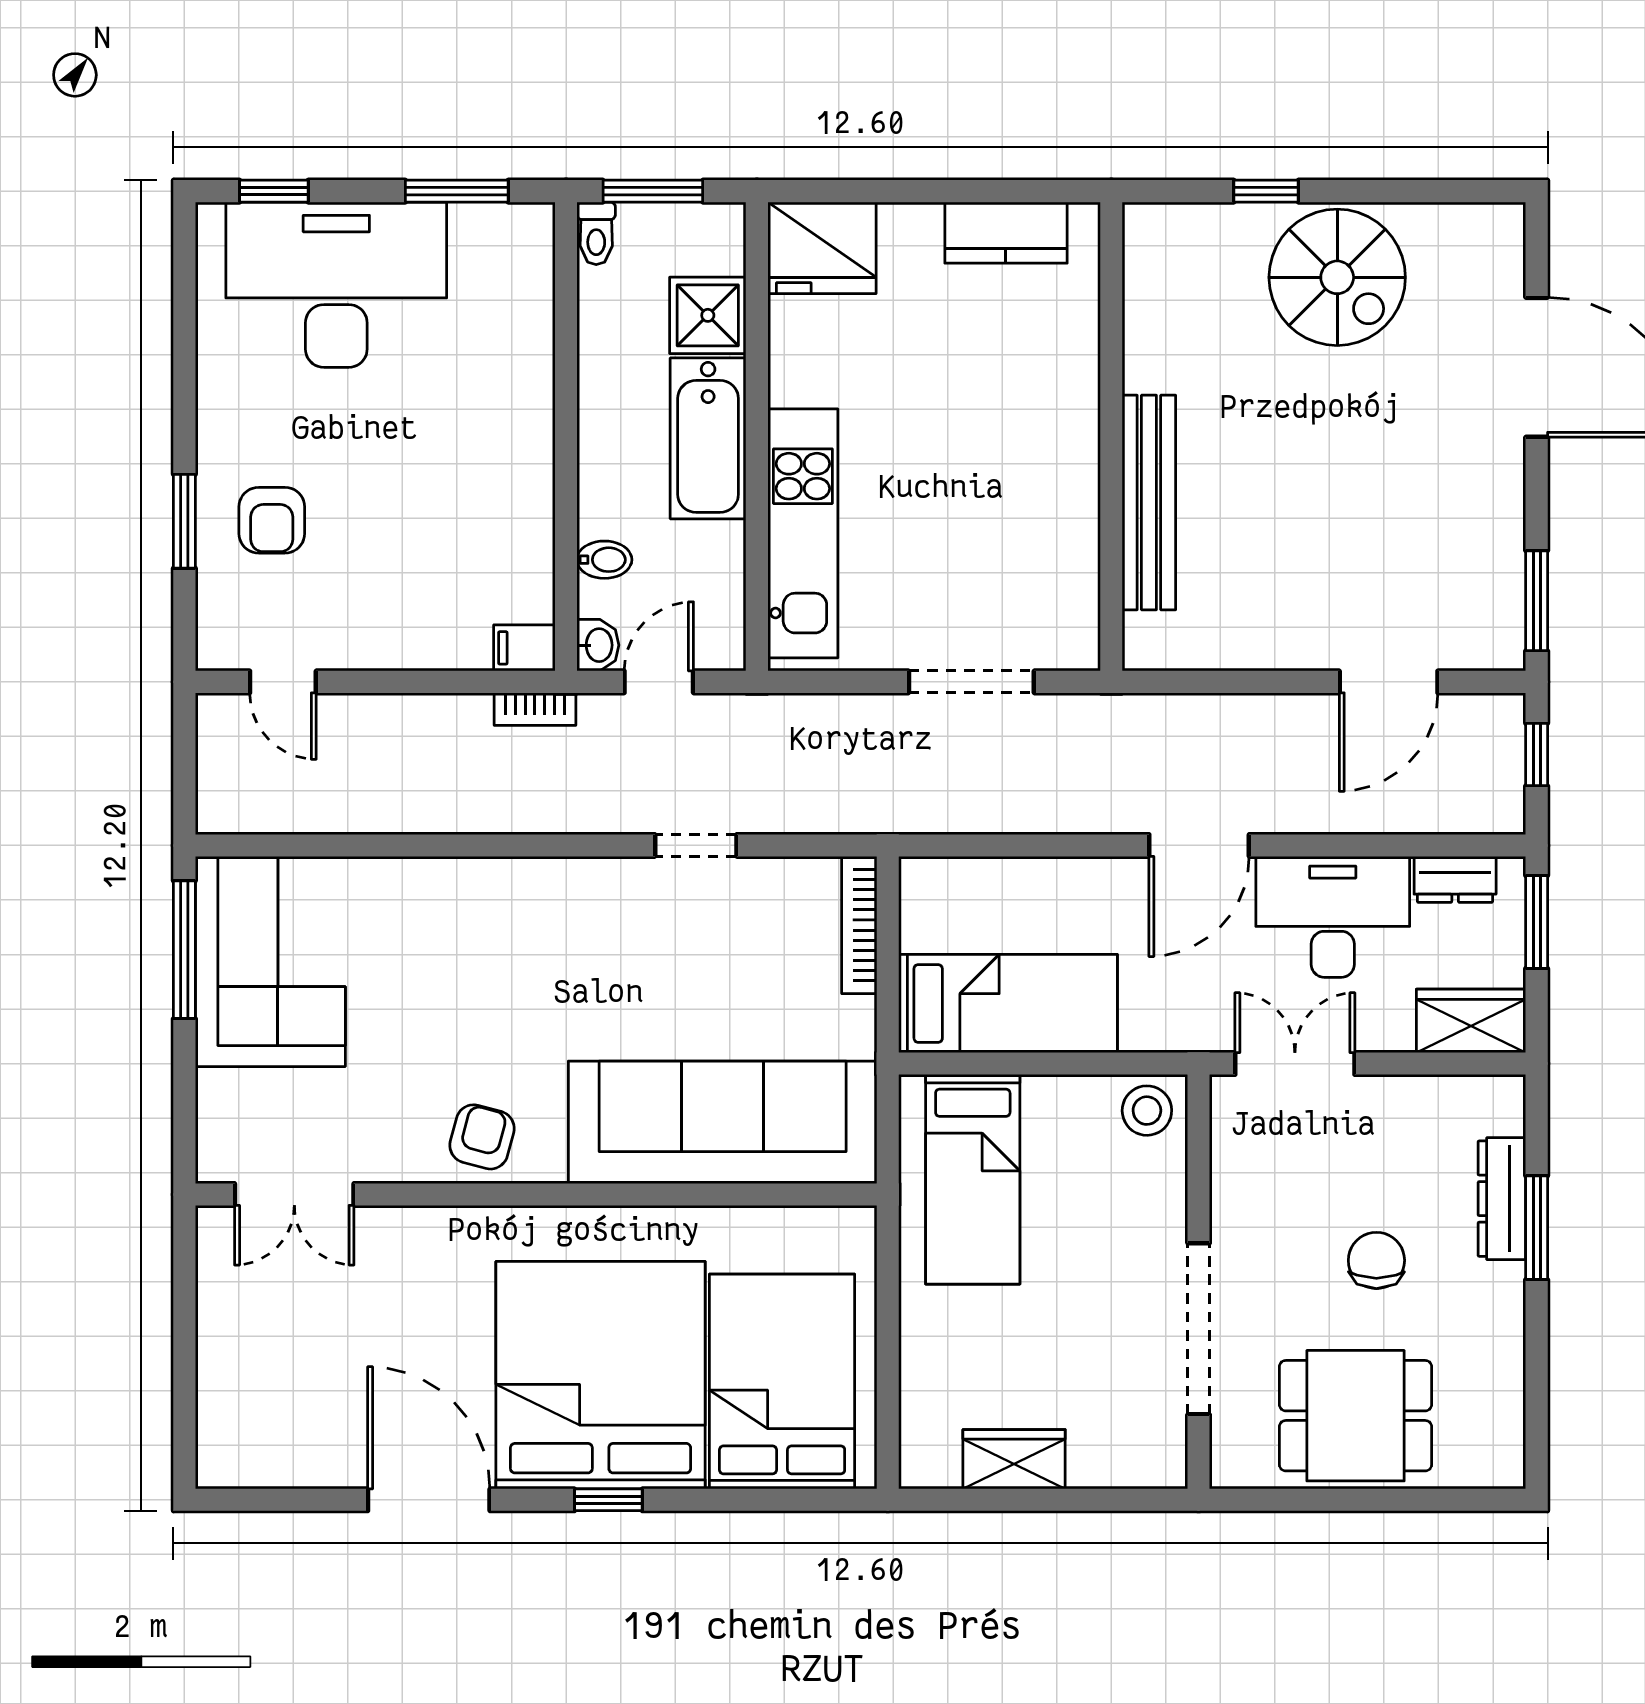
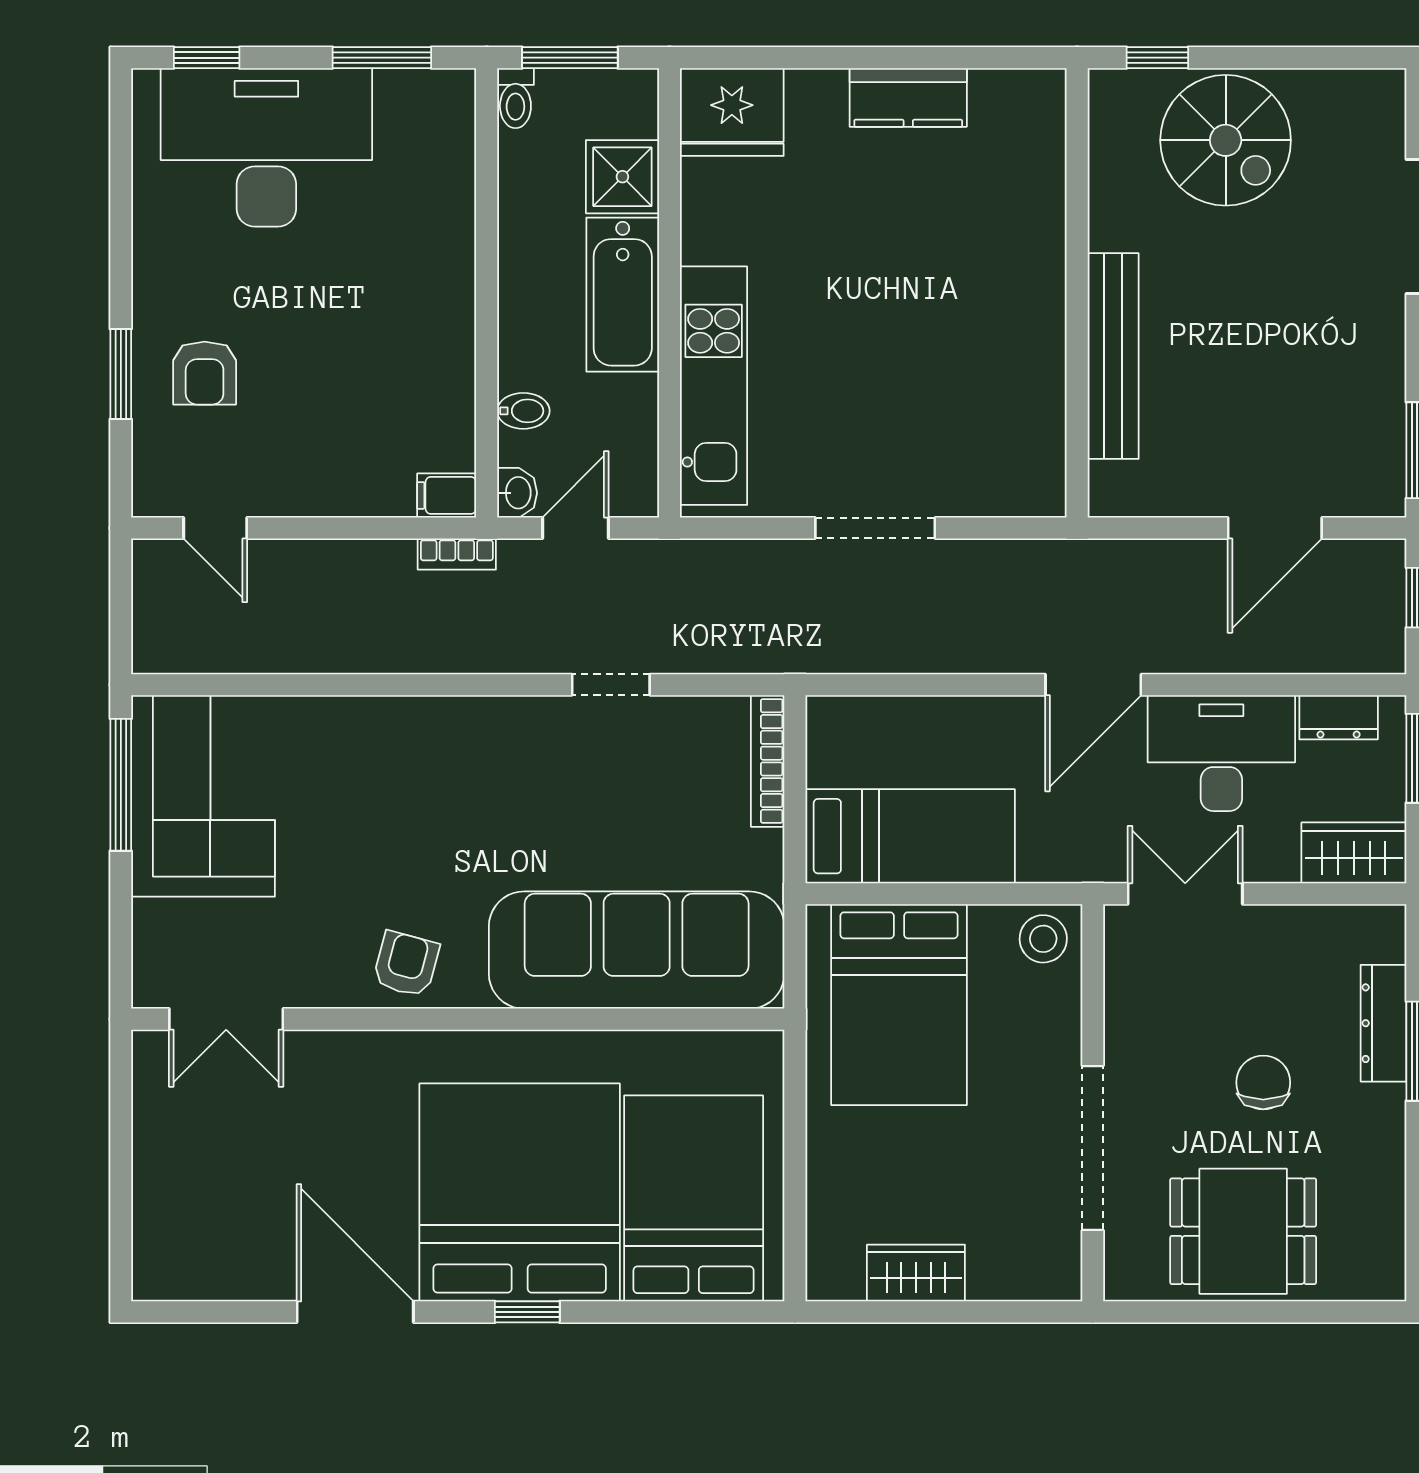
wall: (1111, 436) -> (1077, 293), moved
bench: (1149, 503) -> (1113, 356), moved
bed: (973, 1179) -> (899, 1005), width x1.50

